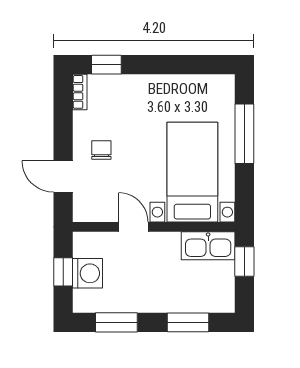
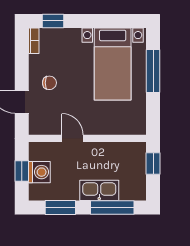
chair: (101, 150) -> (49, 83), turned 90
bed with nightstands: (192, 172) -> (113, 64), moved, turned 180
kitchen sink: (208, 246) -> (99, 190), moved, turned 180
window: (188, 322) -> (112, 208), width x1.44

